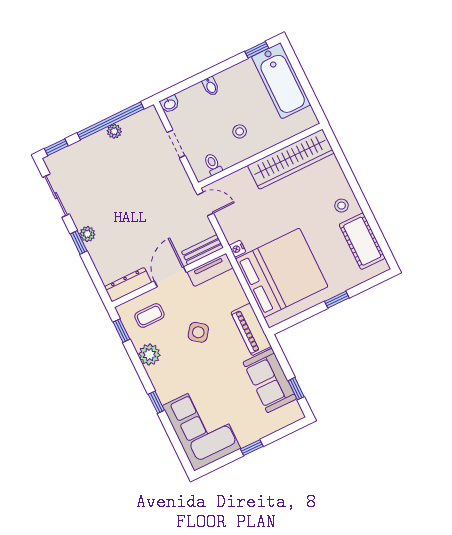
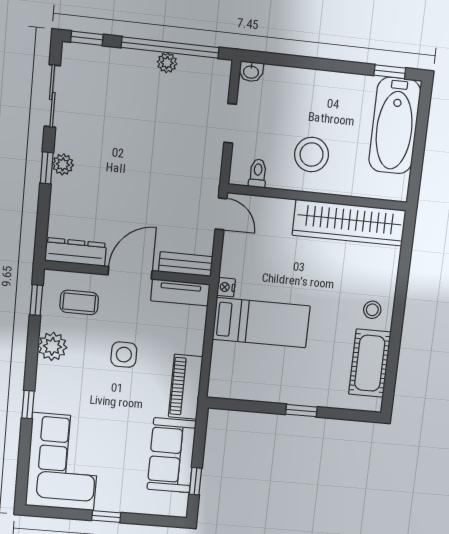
bidet: (211, 86) -> (311, 81), removed
stool: (240, 131) -> (312, 155), width x1.89, depth x1.89
bed: (282, 273) -> (261, 323), width x0.49
side table: (198, 332) -> (124, 355), turned -37

